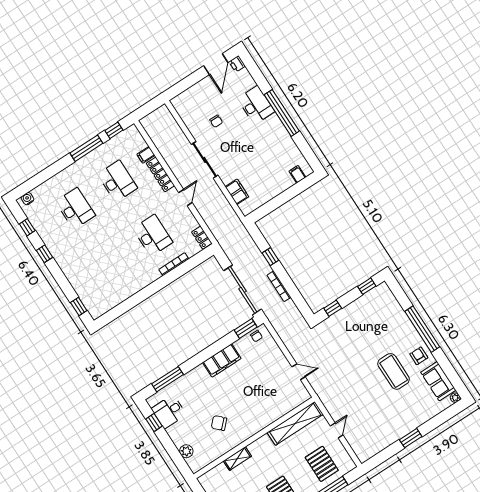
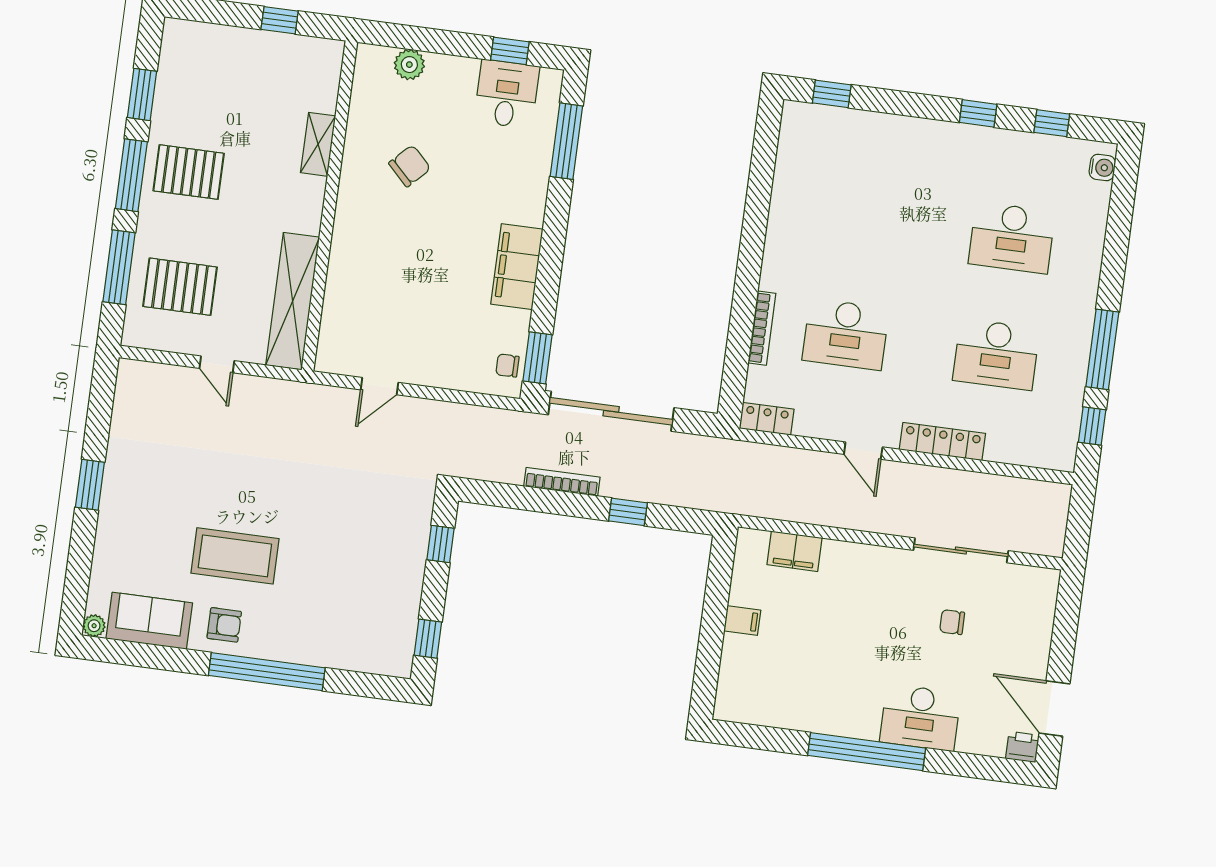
filing cabinet: (146, 155) -> (999, 446), removed
sliding door: (205, 160) -> (961, 550), moved
filing cabinet: (297, 174) -> (742, 620), moved

